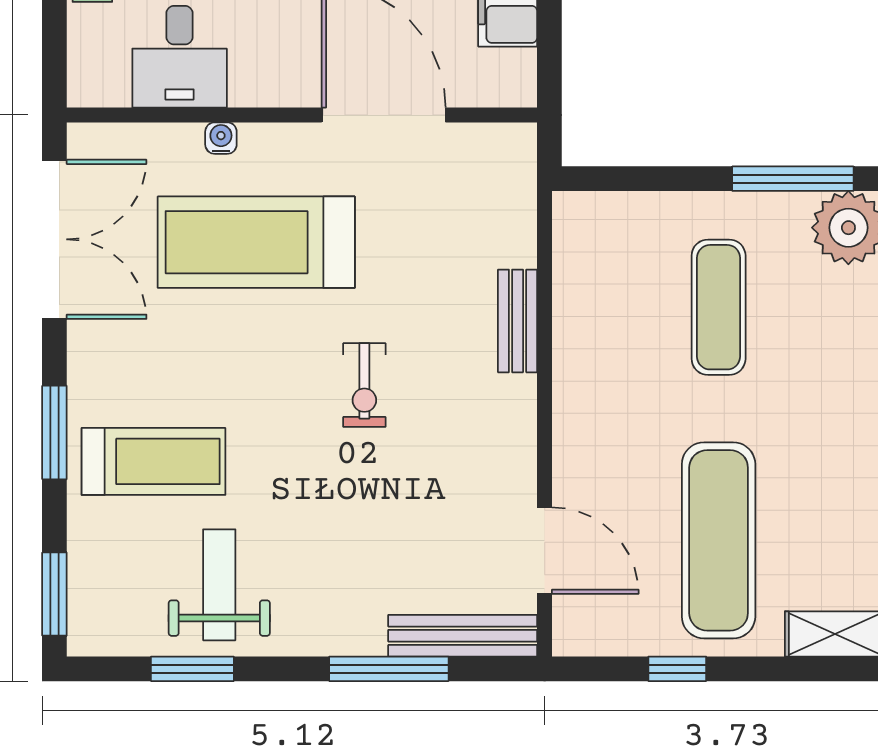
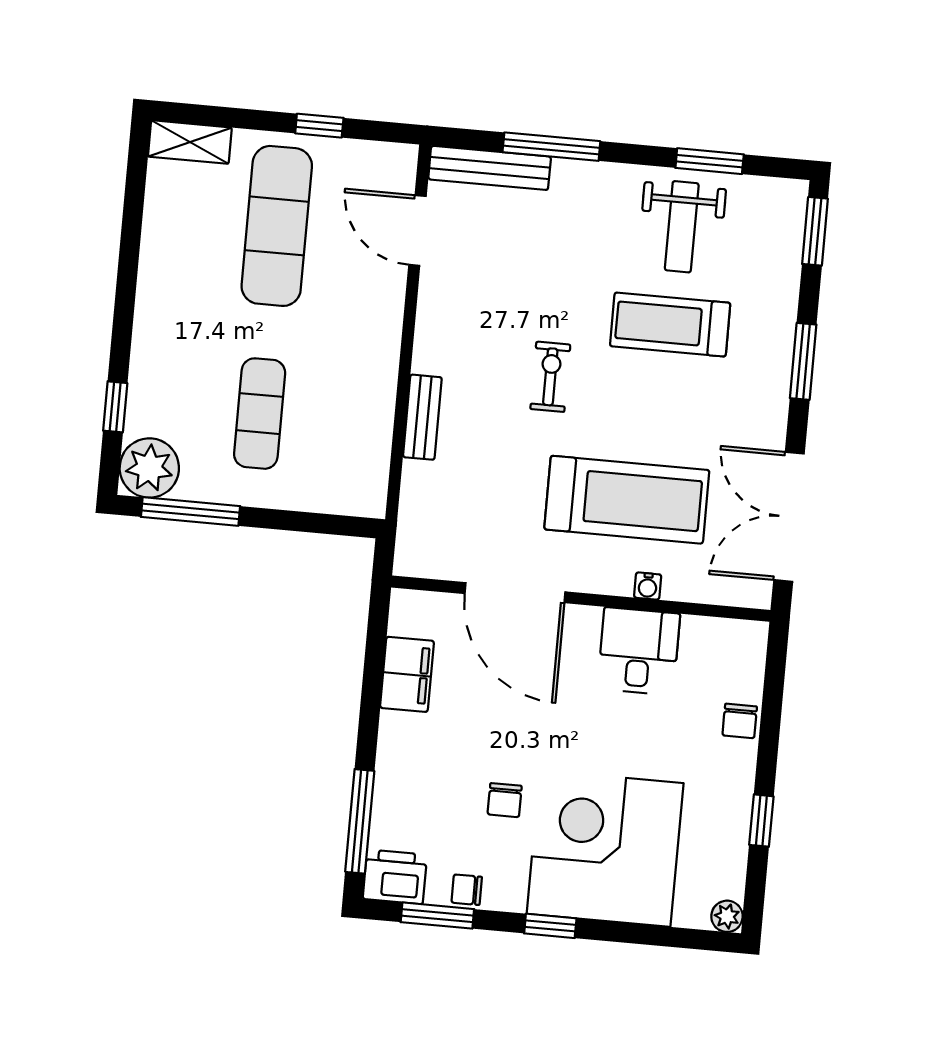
desk: (180, 57) -> (639, 651), moved
treadmill: (154, 461) -> (670, 325), moved

